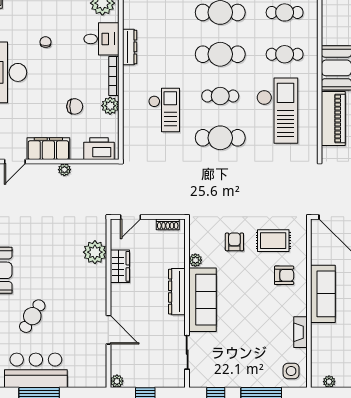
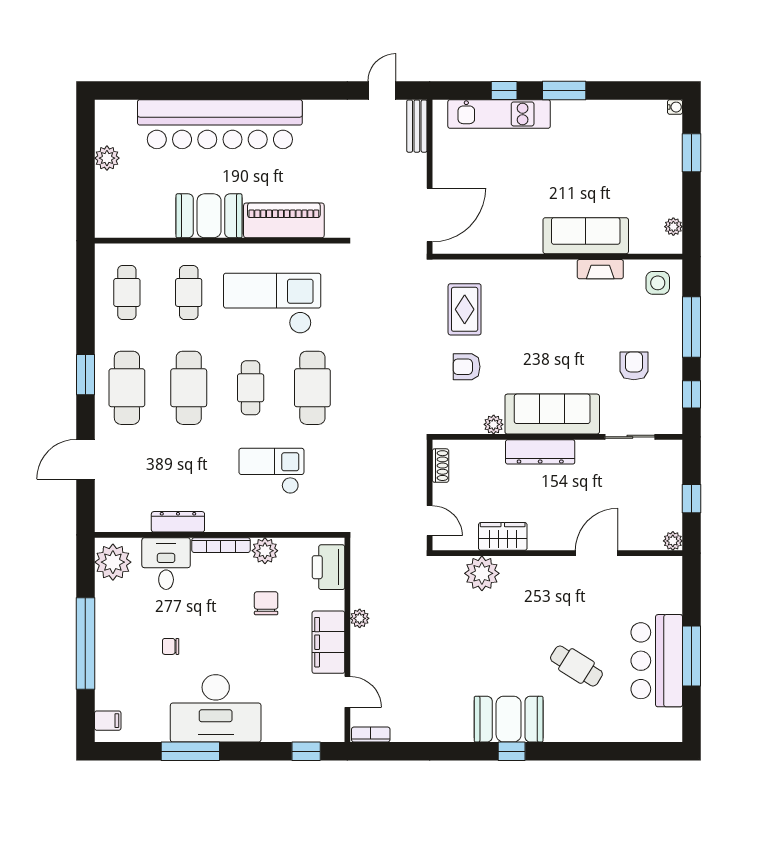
armchair: (284, 275) -> (634, 366), moved
sofa: (323, 294) -> (586, 236), moved

